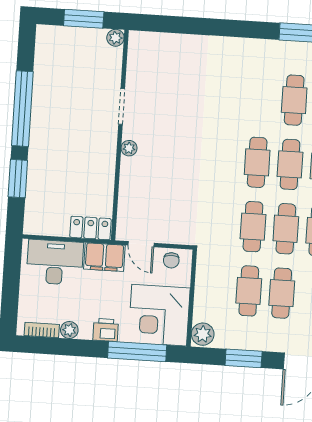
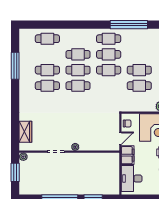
wardrobe: (168, 46) -> (25, 132), added
cafe table: (253, 227) -> (47, 86), moved
locker: (90, 228) -> (114, 163), removed

